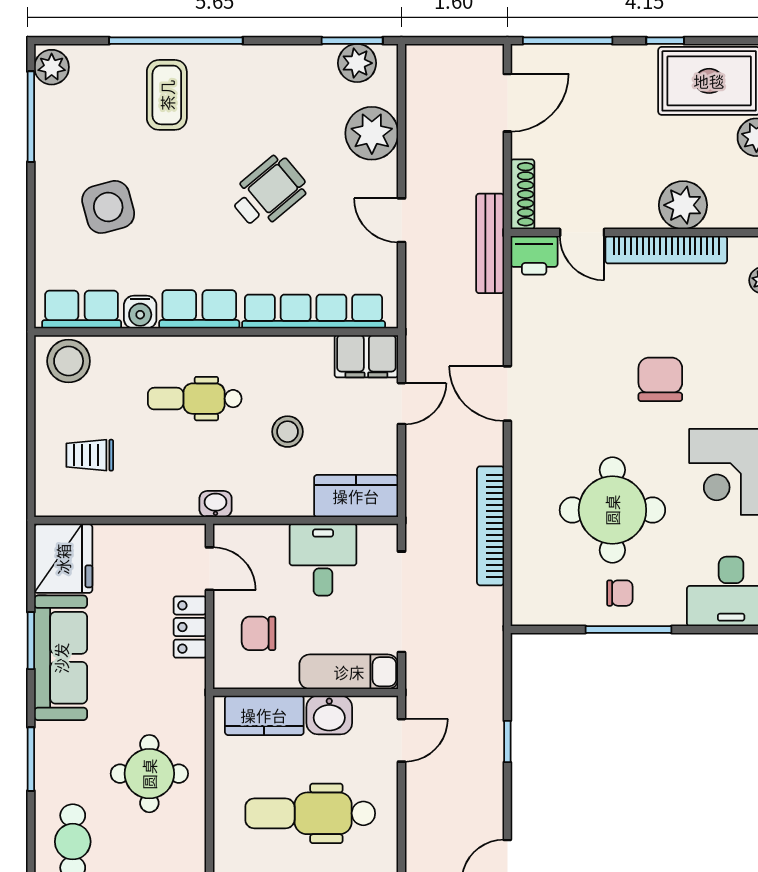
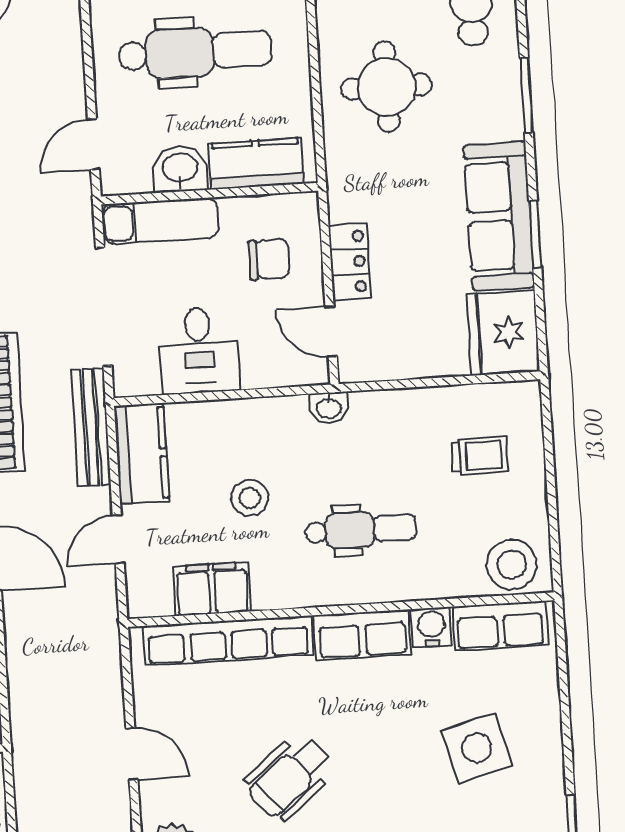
bench: (490, 243) -> (91, 427), moved
filing cabinet: (366, 356) -> (212, 589), moved
kitchen counter: (356, 496) -> (142, 454), moved, turned -90

